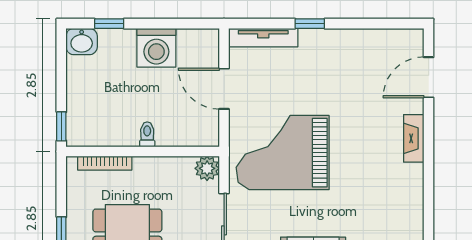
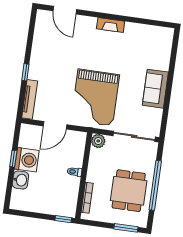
window: (109, 24) -> (13, 159), moved
washbasin: (82, 42) -> (20, 180), moved
fireplace: (414, 138) -> (111, 25), moved

